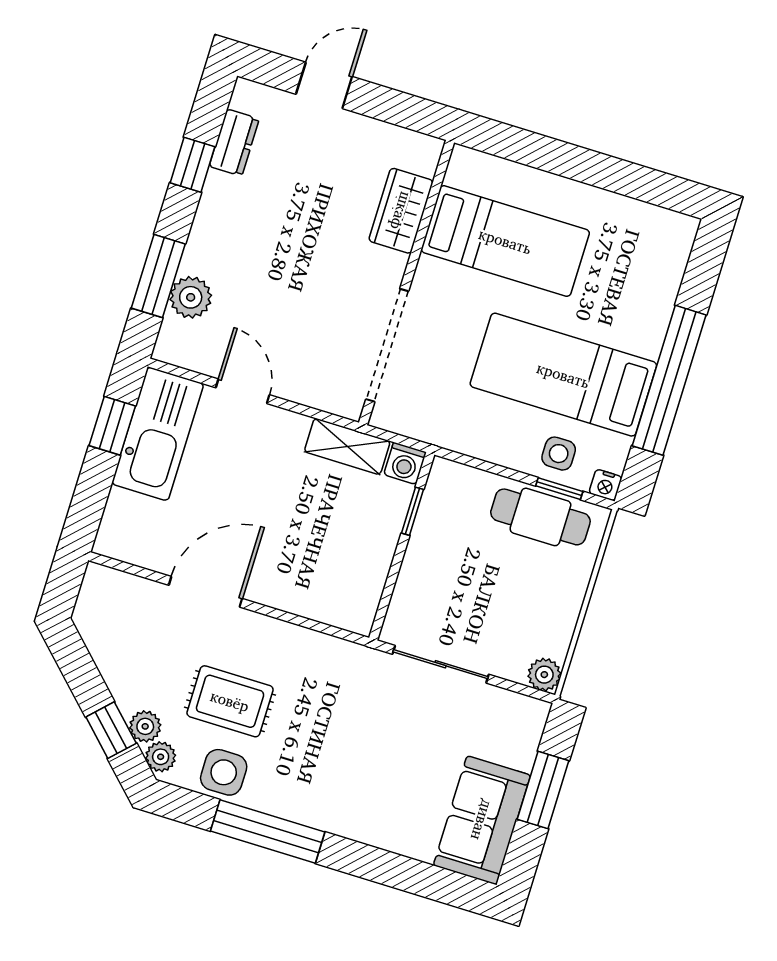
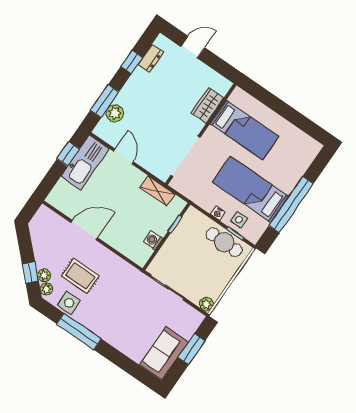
washing machine: (405, 463) -> (153, 240), moved, turned 90
nightstand: (606, 485) -> (218, 213), moved

